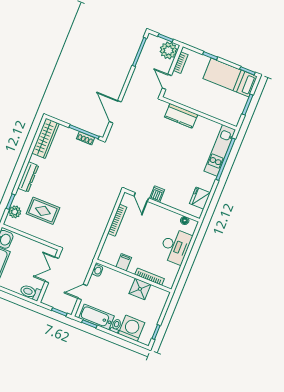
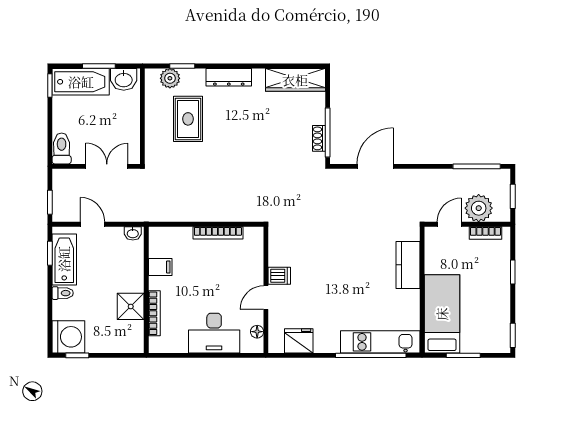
plant: (169, 50) -> (479, 208), moved
bed: (230, 77) -> (442, 314), moved
door: (141, 197) -> (266, 298), moved
washing machine: (132, 328) -> (68, 337), moved

